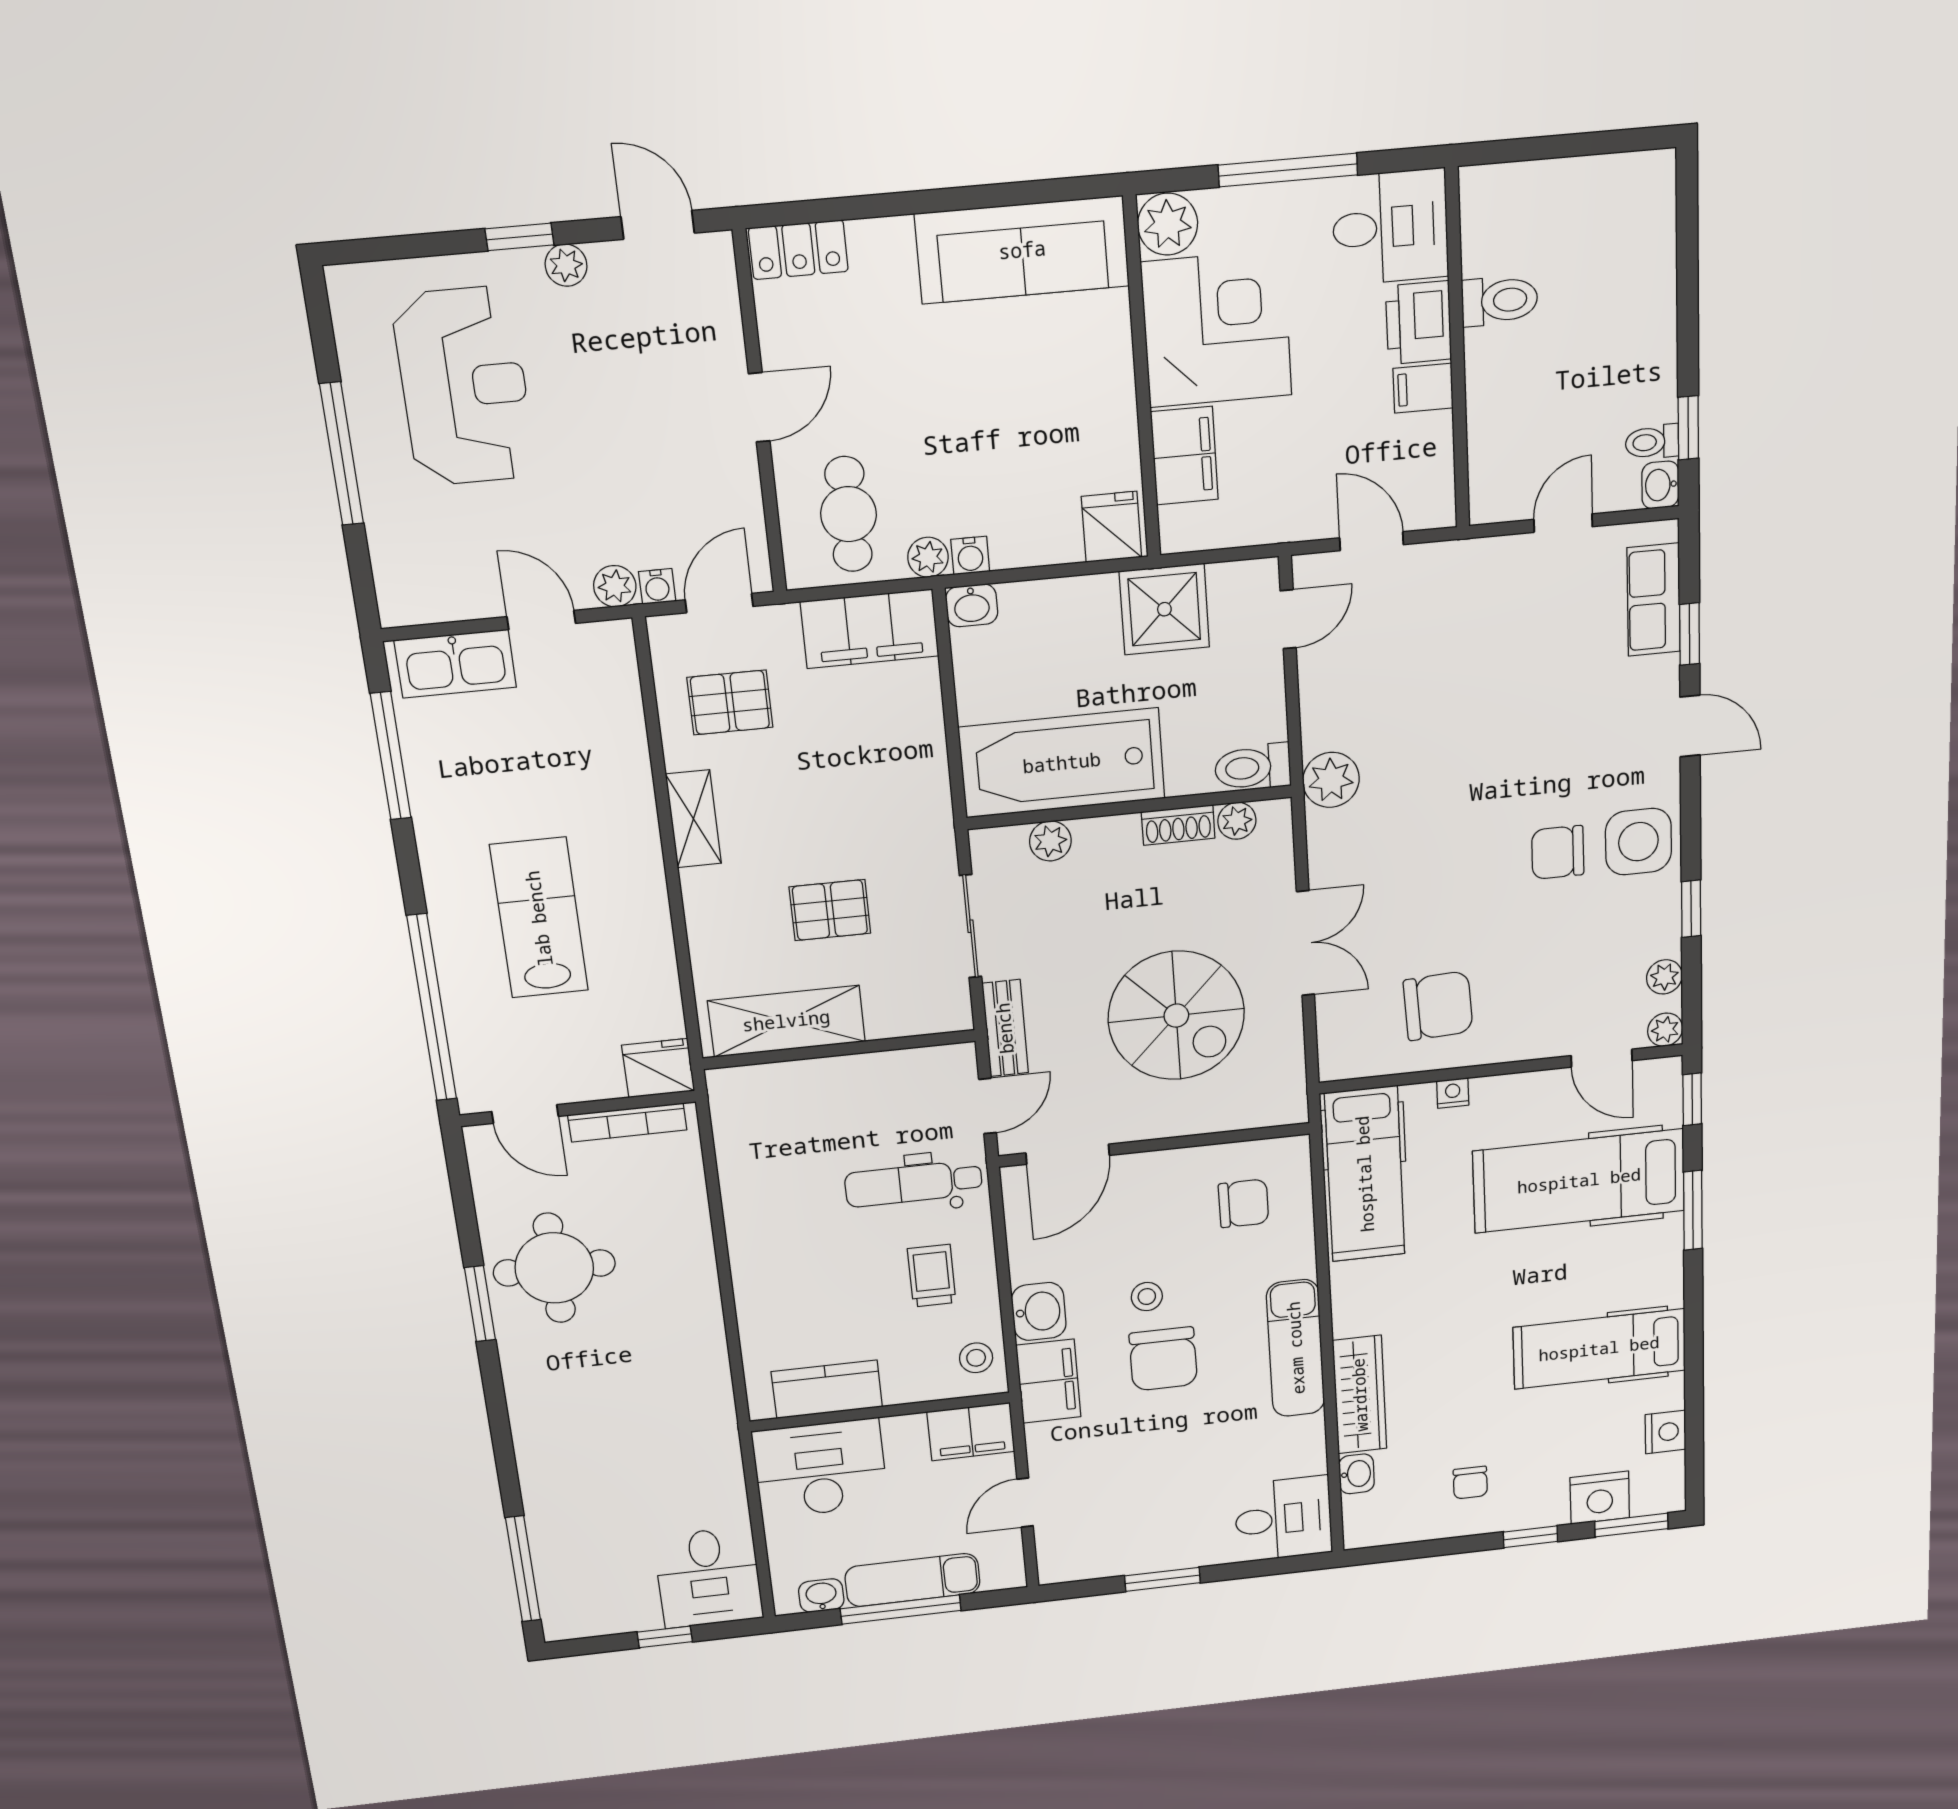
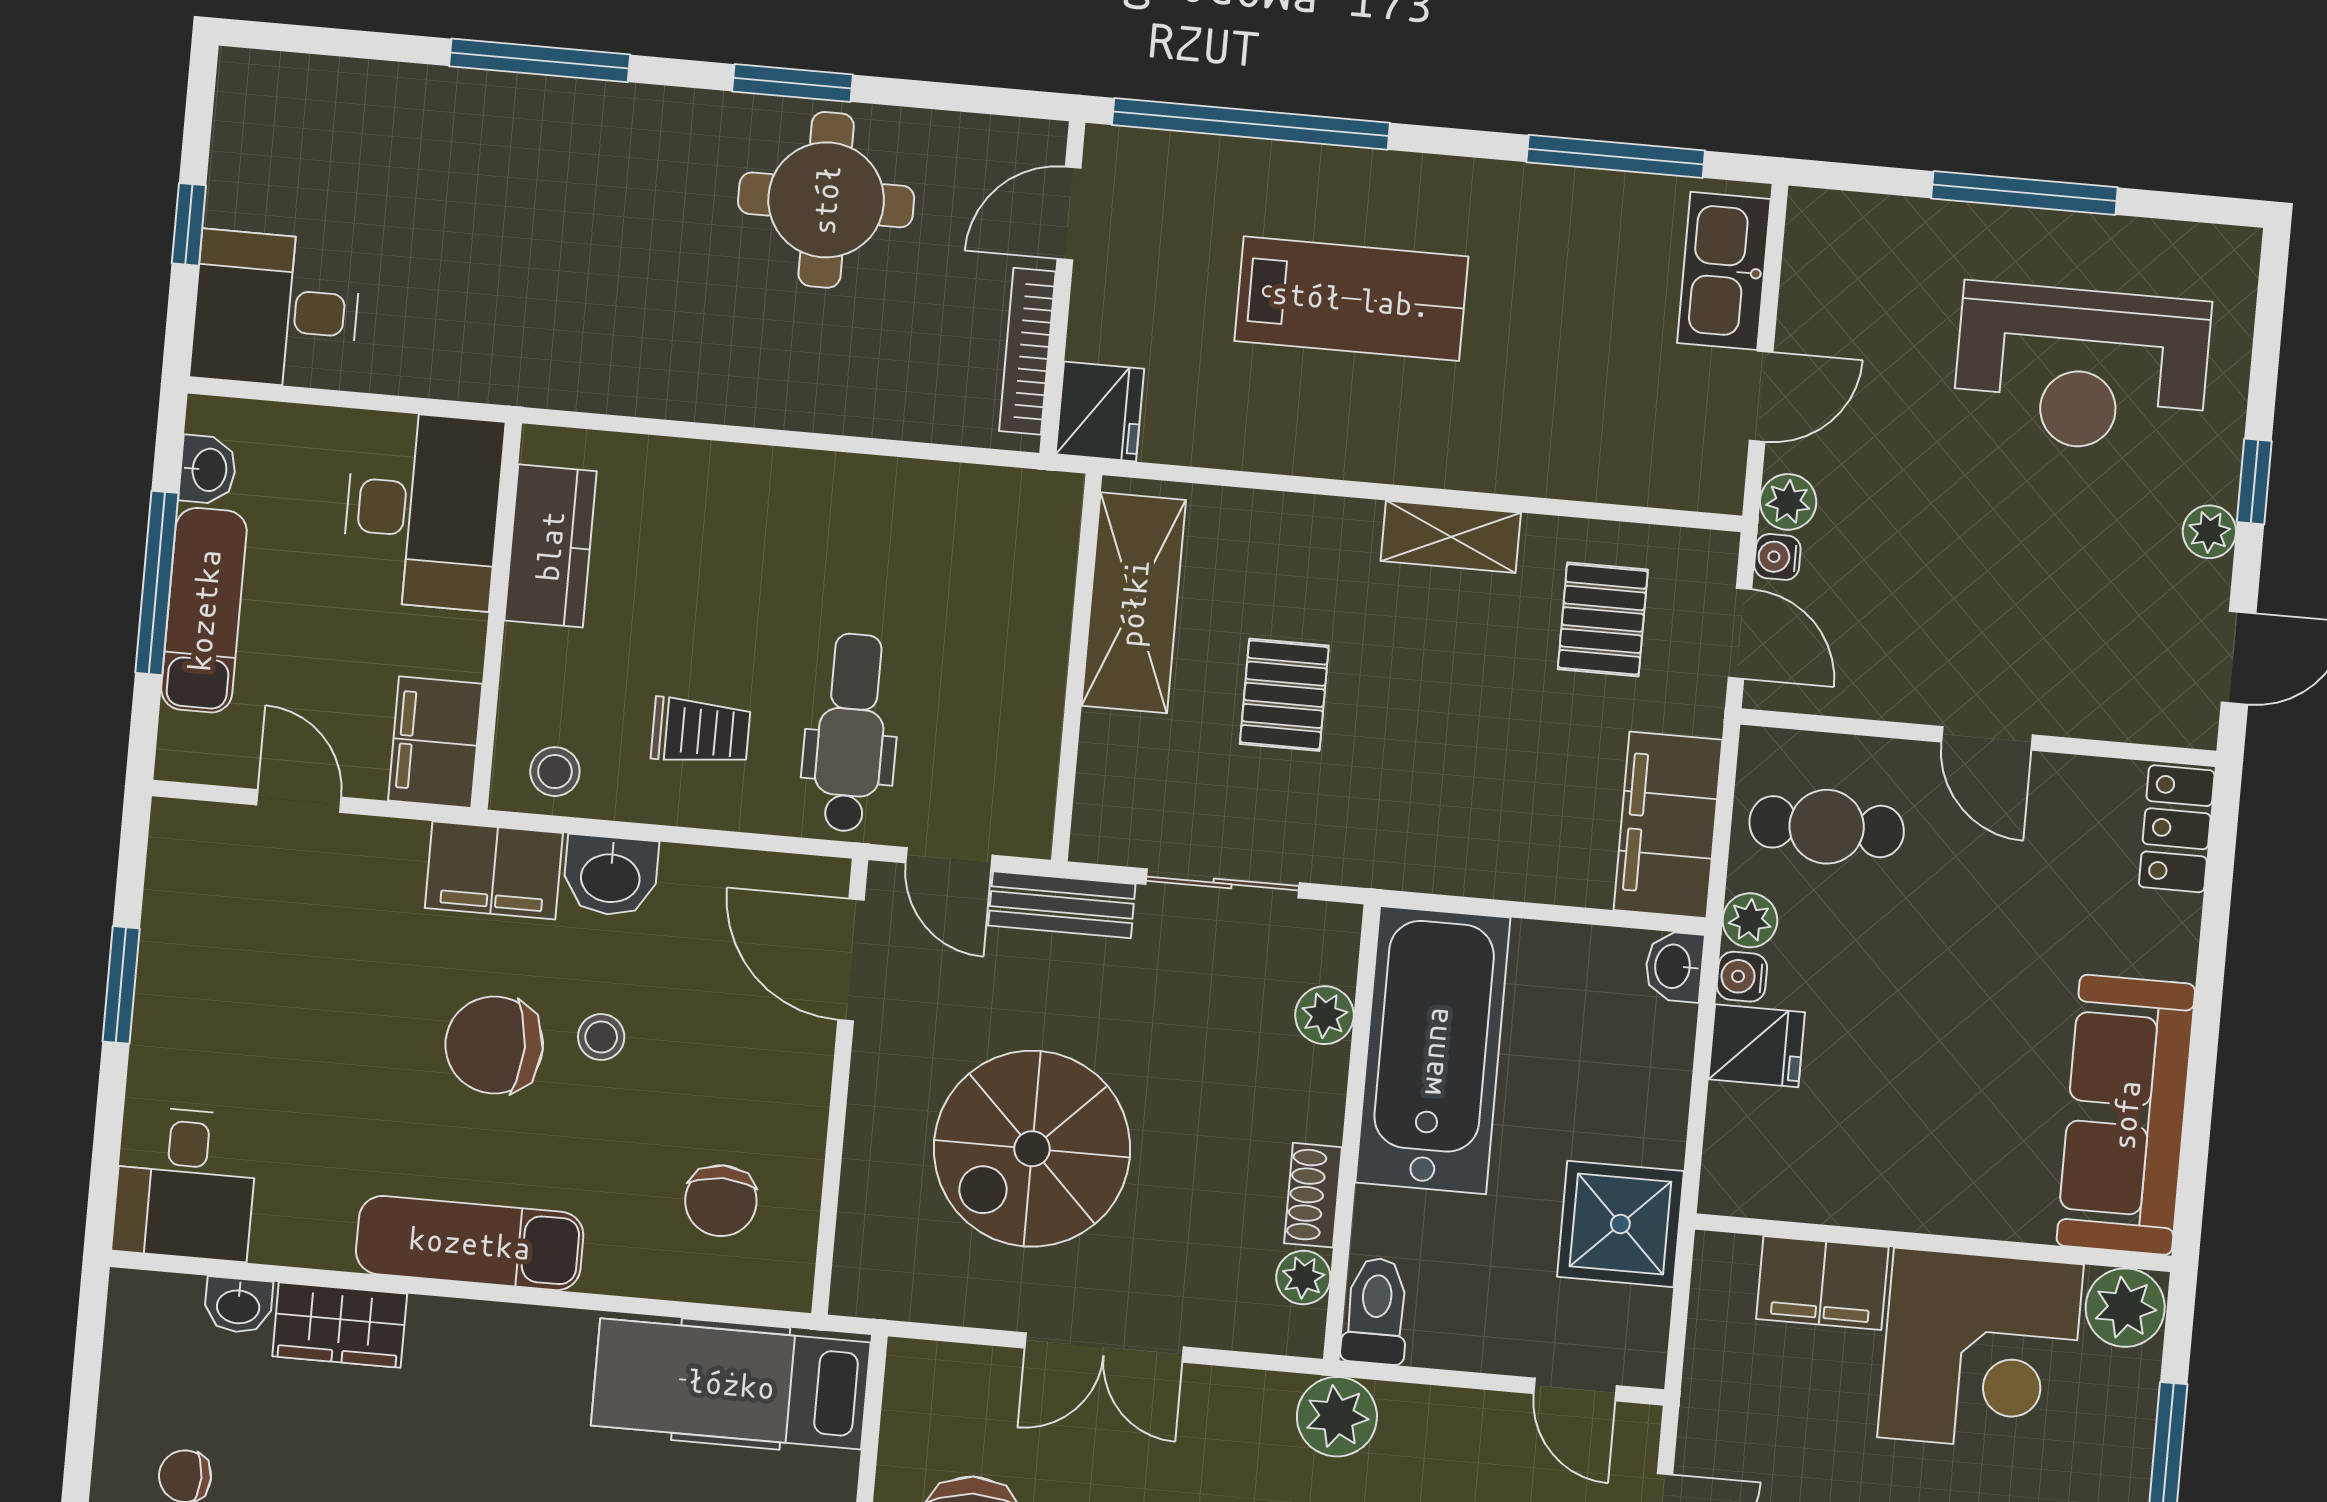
fridge: (1112, 527) -> (1757, 1046), moved
wardrobe: (1360, 1395) -> (340, 1325), width x0.67
window: (523, 1569) -> (540, 60), moved

